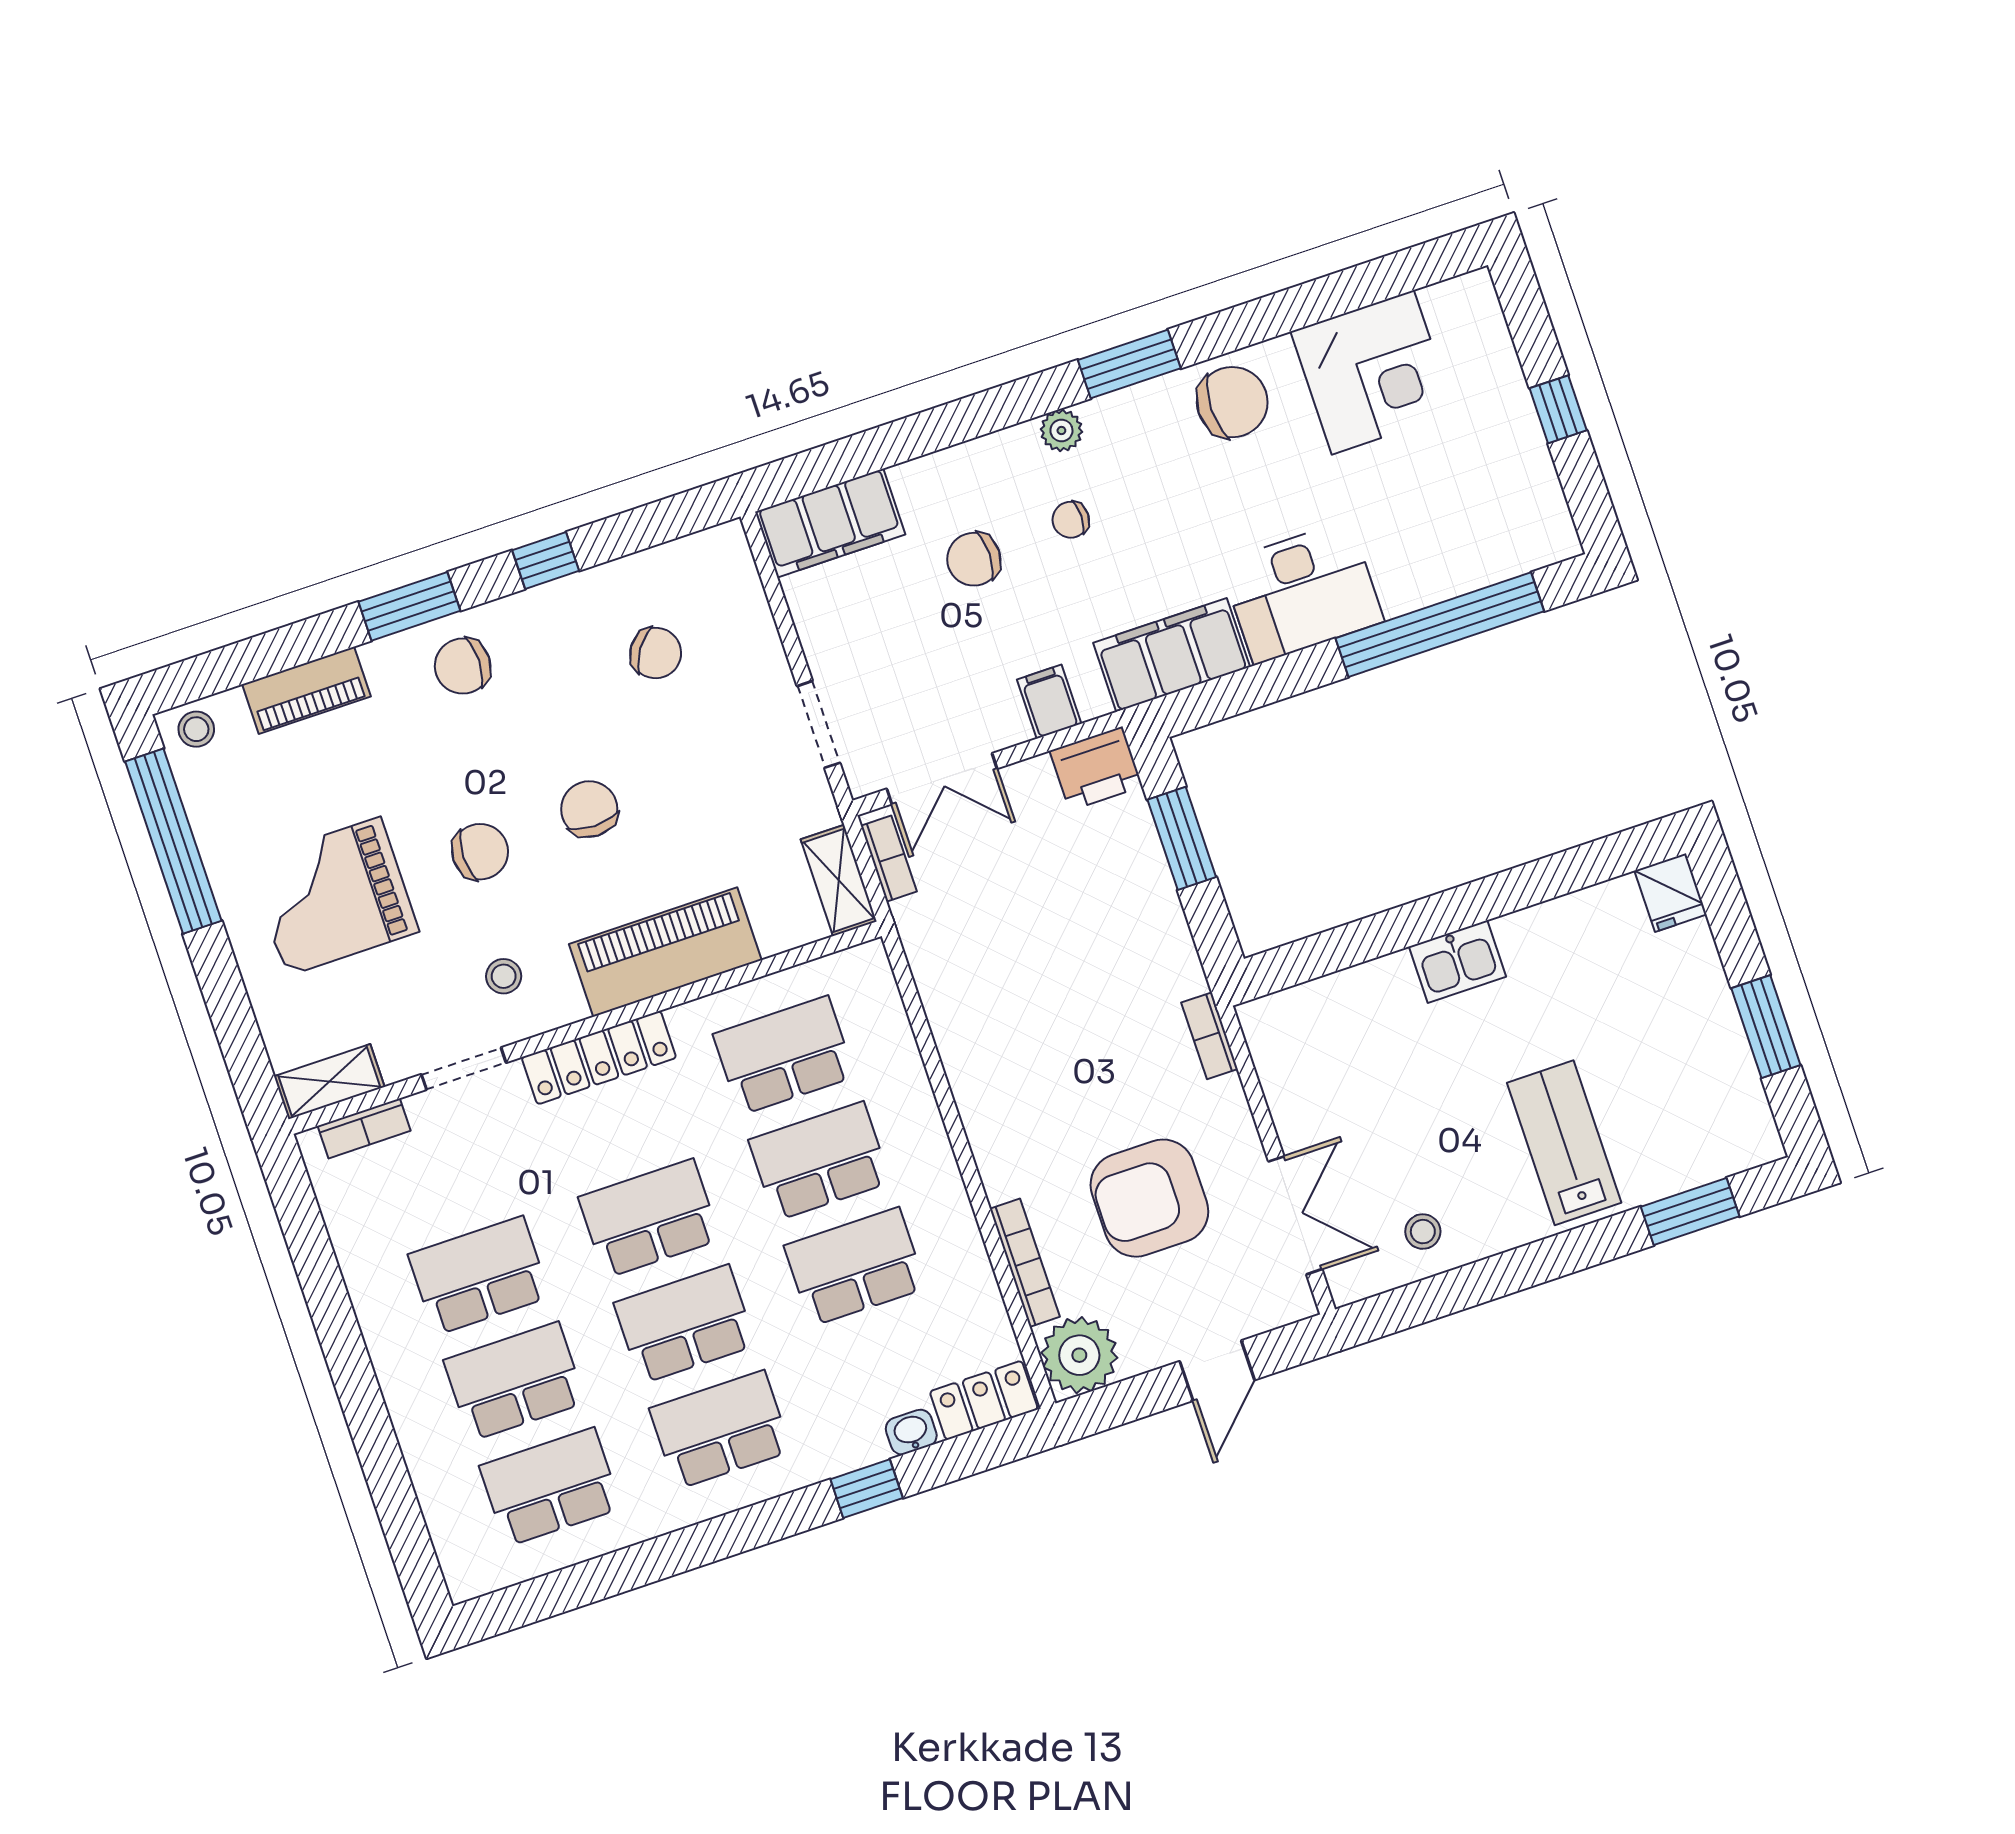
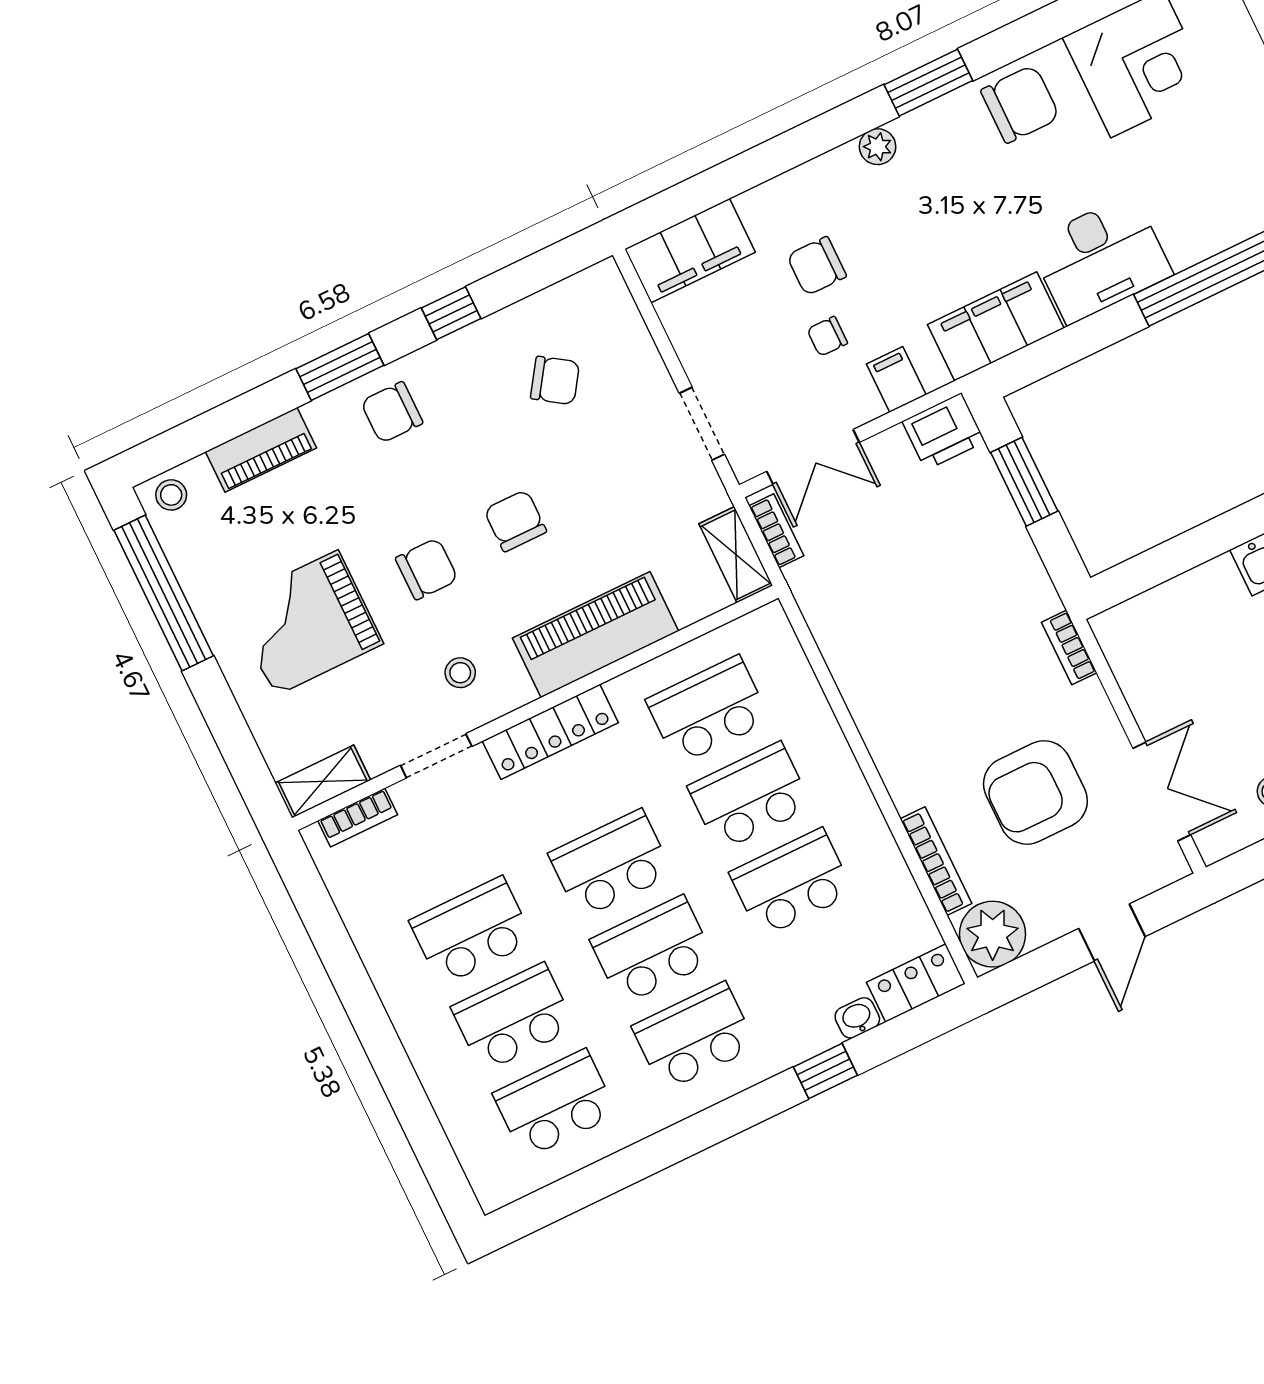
chair: (1071, 520) -> (827, 336), moved

